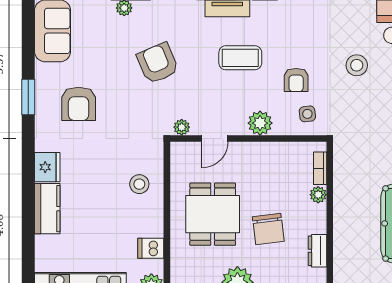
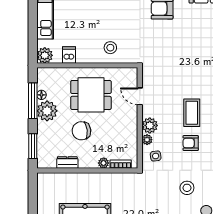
armchair: (158, 63) -> (188, 59), removed
armchair: (296, 80) -> (191, 143), moved
plant: (182, 127) -> (147, 140), moved

